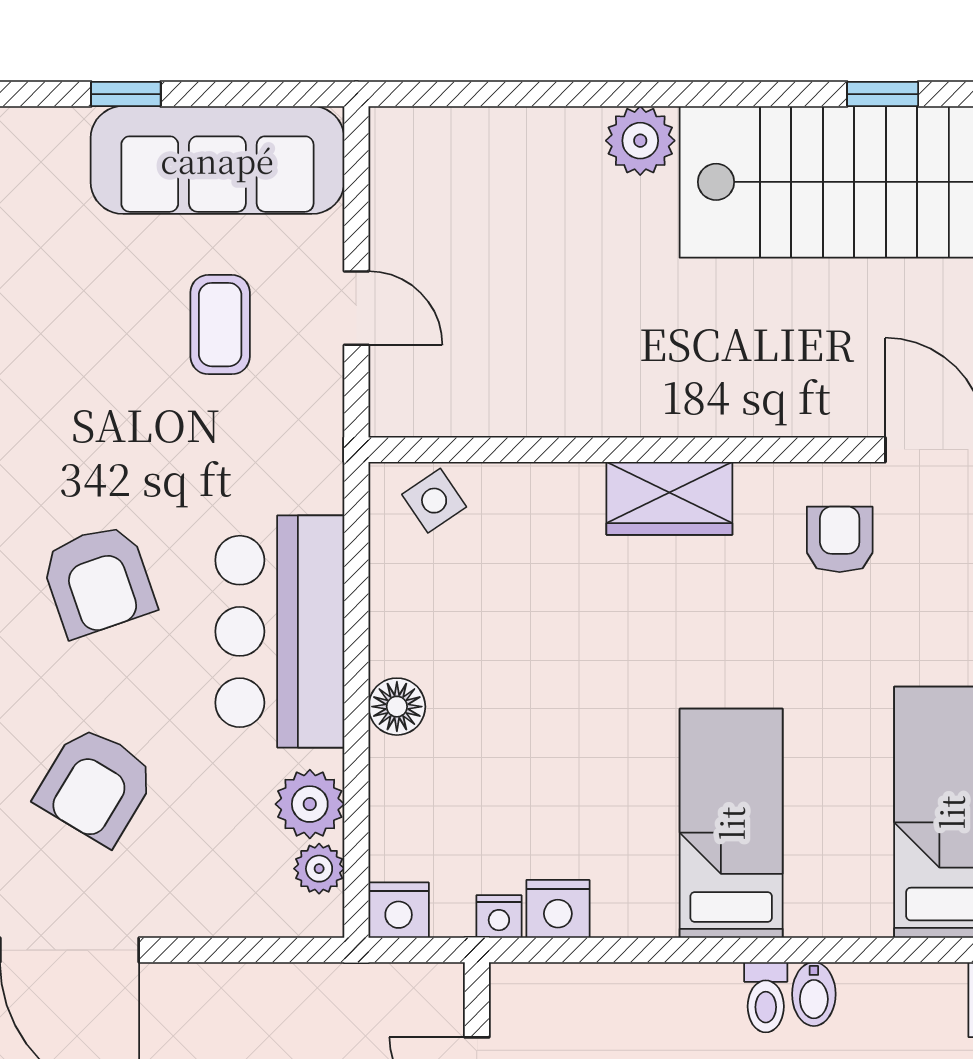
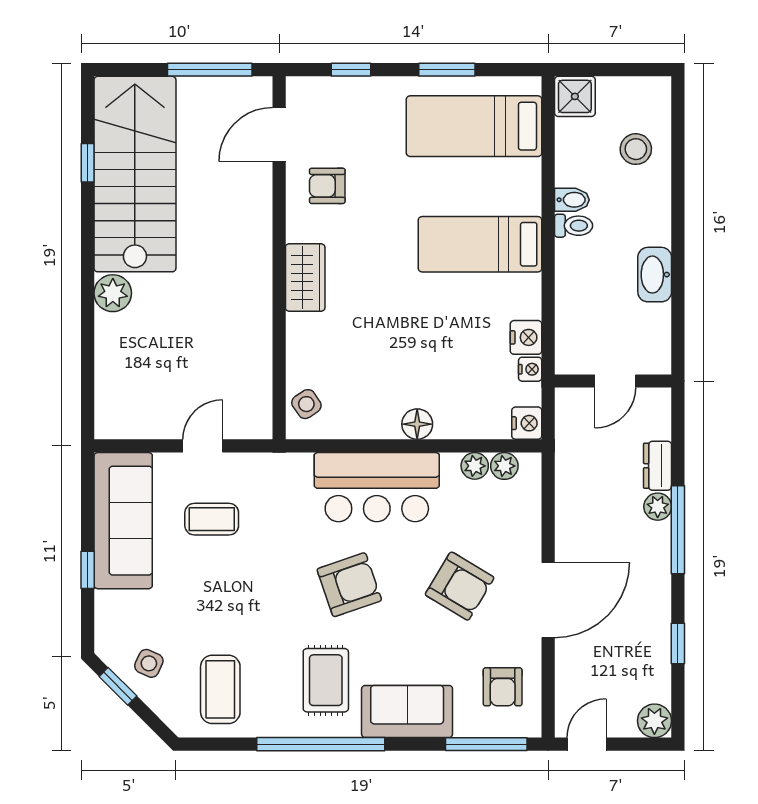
plant: (310, 804) -> (475, 466), width x0.73, depth x0.73

